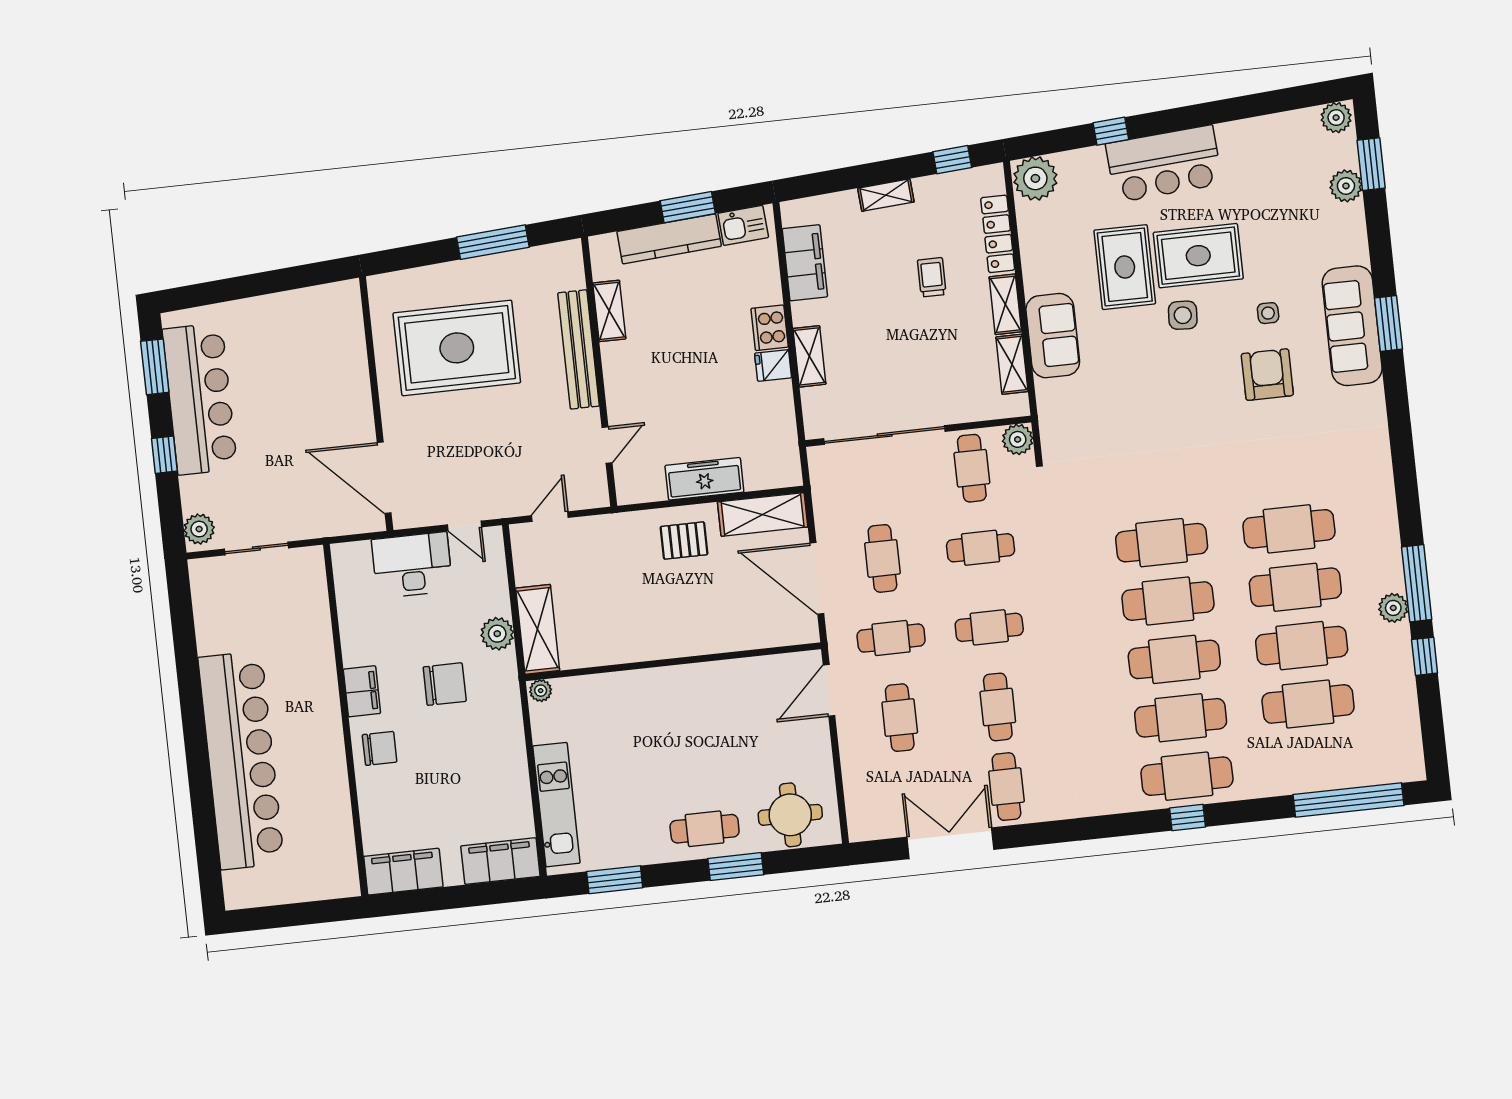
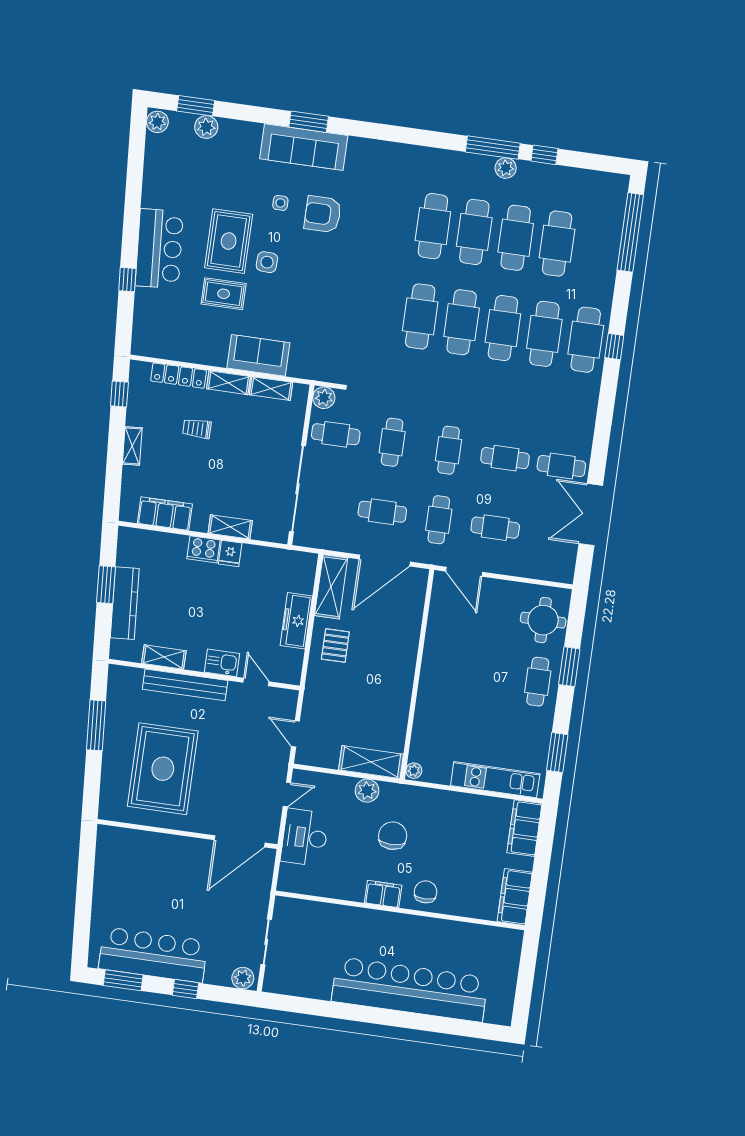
plant: (1035, 178) -> (147, 340), removed
kitchen sink: (743, 225) -> (222, 663), moved, turned -86
rug: (1125, 267) -> (224, 294), width x0.73, depth x0.70

